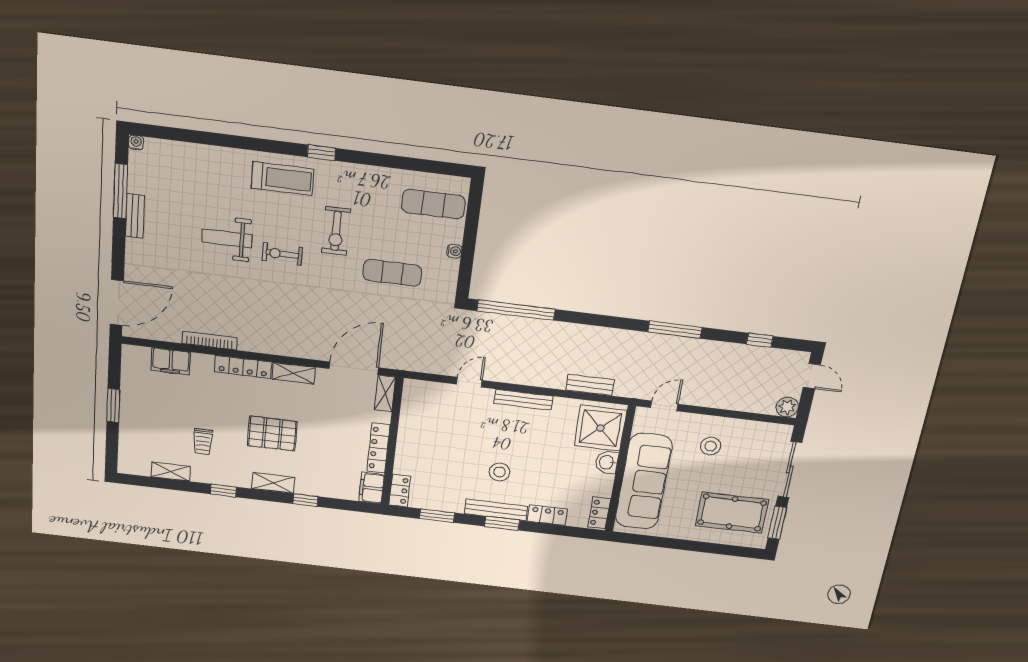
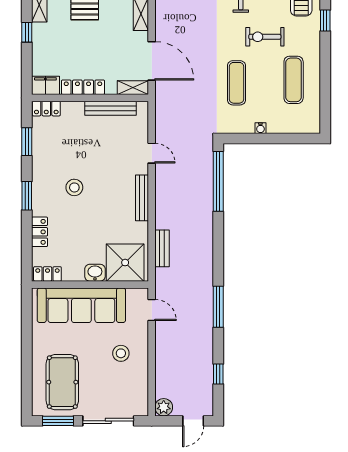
exercise mat: (433, 204) -> (294, 80), moved
bench: (496, 510) -> (110, 108), moved, turned 90

